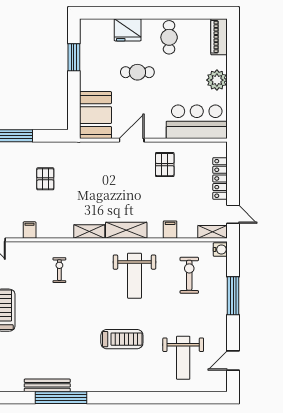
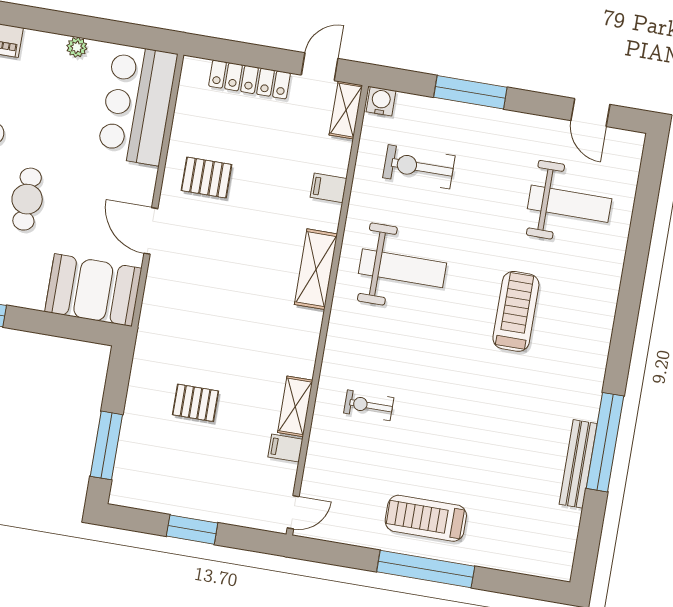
plant: (217, 80) -> (77, 47), width x0.53, depth x0.53
shelving: (89, 232) -> (295, 406), moved

